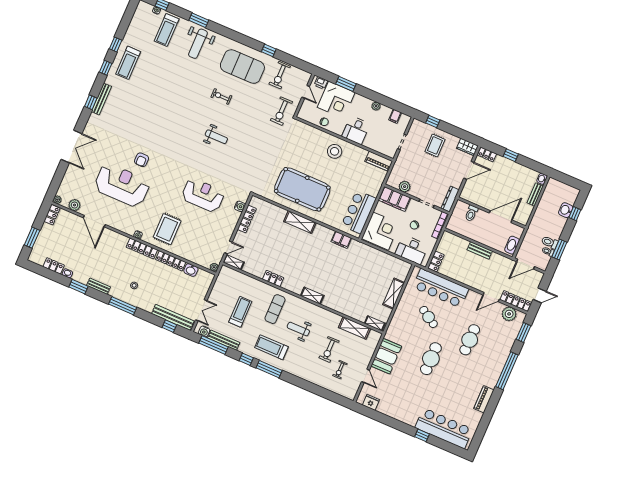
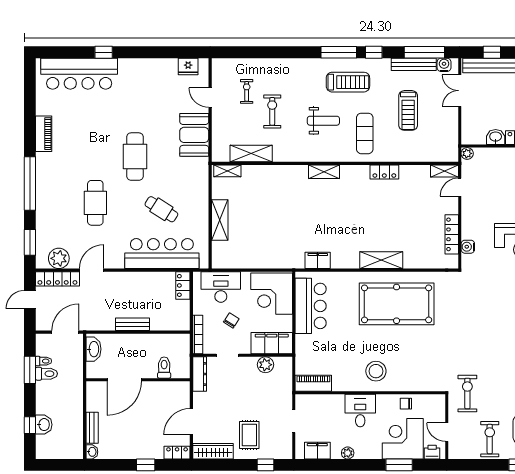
filing cabinet: (395, 116) -> (317, 451), width x2.00
wardrobe: (467, 147) -> (213, 451), width x1.50

